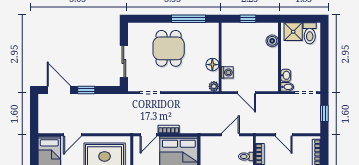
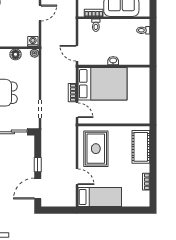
washing machine: (227, 72) -> (33, 41), moved
door: (247, 93) -> (40, 13), moved
door: (230, 135) -> (77, 53), moved

